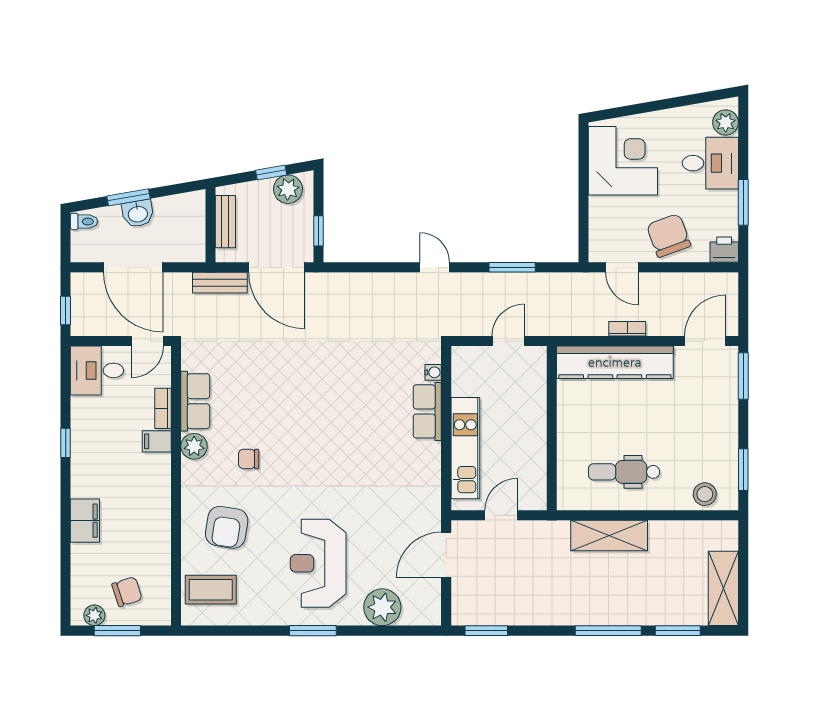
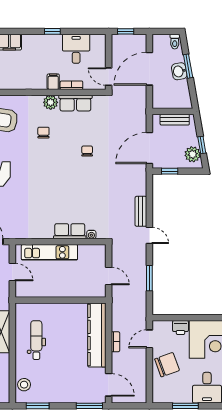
printer: (724, 250) -> (180, 327), moved, turned 90
door: (435, 267) -> (149, 235), hinge flipped
bench: (220, 283) -> (141, 211), moved
desk: (97, 370) -> (76, 49), moved
chair: (282, 380) -> (87, 151), added

